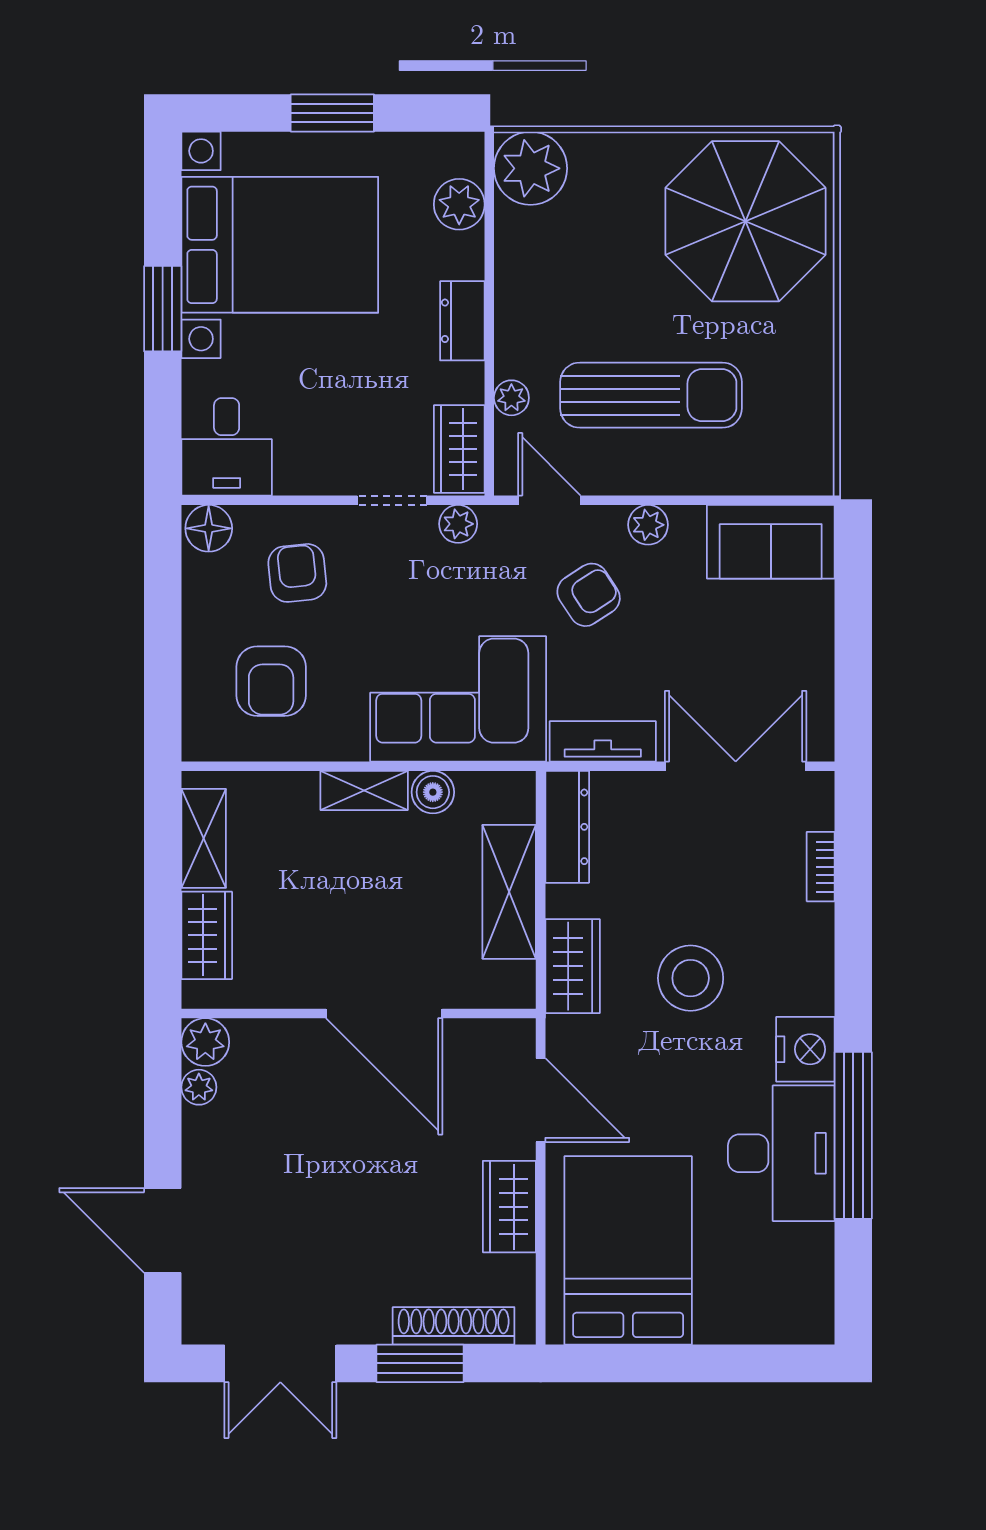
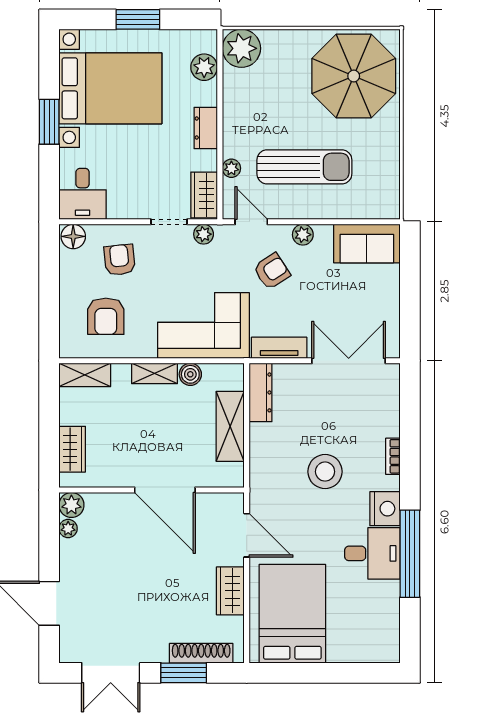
shelving: (204, 838) -> (85, 375), moved, turned 90
bookcase: (821, 867) -> (393, 456), moved
wardrobe: (573, 966) -> (263, 465), removed
desk: (781, 1153) -> (372, 553), width x0.73

